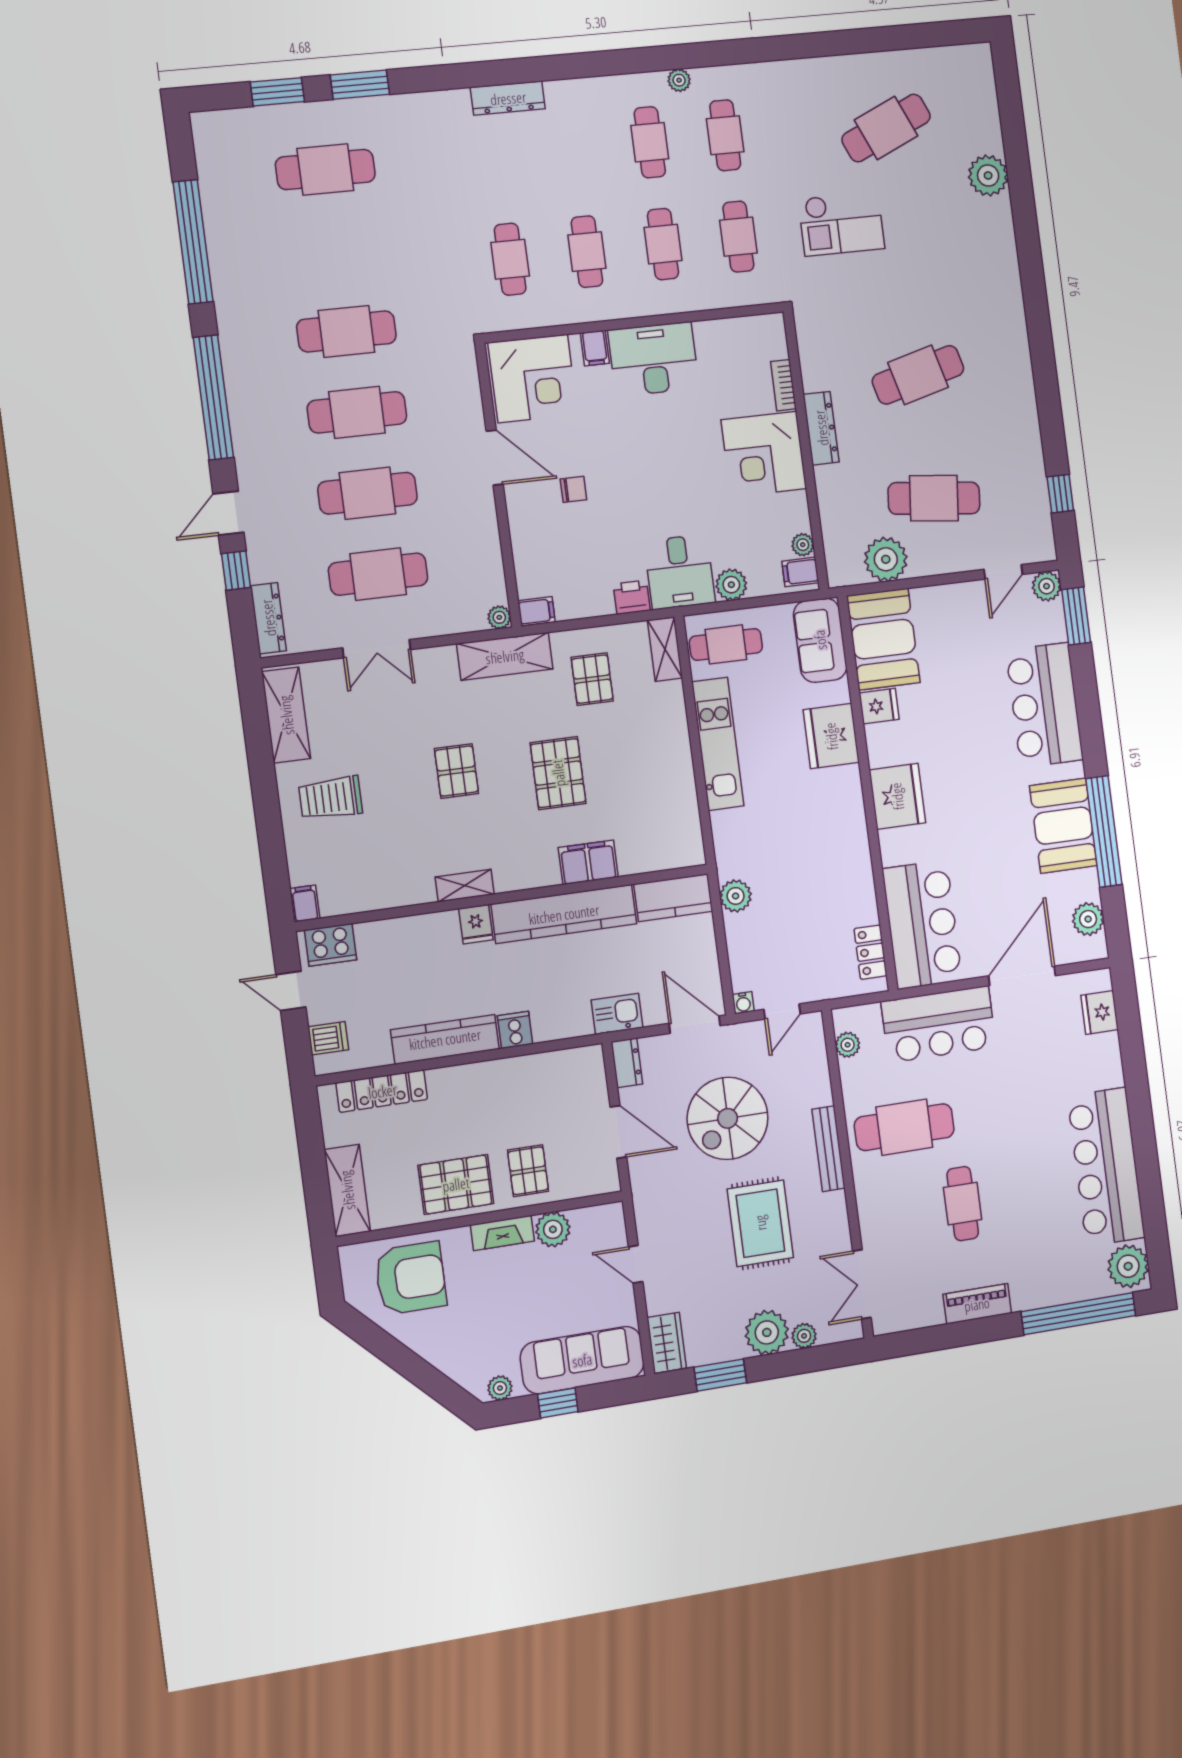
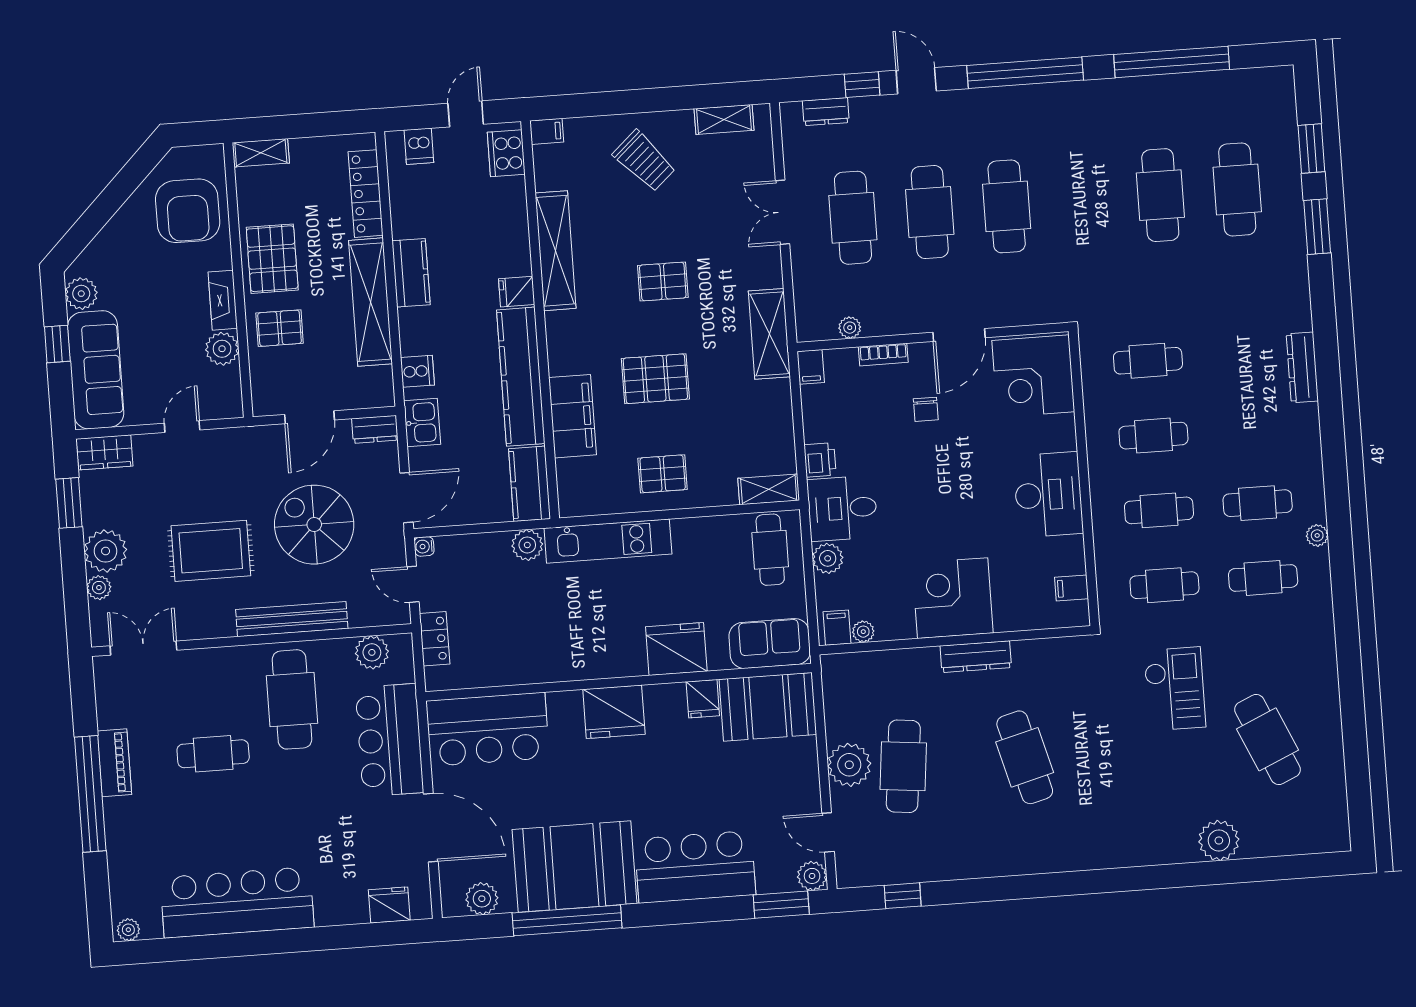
checkout: (841, 224) -> (1175, 689), turned 180
cafe table: (346, 331) -> (1160, 195), moved
filing cabinet: (595, 348) -> (1072, 588), moved
bookcase: (783, 385) -> (883, 355), moved, turned 180
plant: (886, 559) -> (849, 765), moved
plant: (499, 617) -> (850, 328), moved
dresser: (268, 618) -> (826, 112), width x0.70
pallet: (592, 679) -> (663, 474), moved
shelving: (286, 715) -> (724, 119), width x0.67, depth x0.75
kitchen unit: (718, 744) -> (608, 541), moved
trolley: (330, 798) -> (644, 161), turned 138
booth: (1063, 826) -> (574, 867), width x1.36, depth x1.42
filing cabinet: (588, 862) -> (573, 416), width x1.50, depth x1.17
shelving: (465, 886) -> (556, 251), width x2.20, depth x1.33
locker: (871, 952) -> (435, 639), moved, turned 90
cooker: (515, 1030) -> (417, 371), moved
kitchen counter: (445, 1039) -> (411, 273), width x0.67
plant: (848, 1045) -> (372, 652), width x1.38, depth x1.38
shelving: (495, 1077) -> (371, 302), added
bench: (828, 1149) -> (292, 619), width x1.37, depth x1.21
shelving: (347, 1190) -> (261, 153), width x0.67, depth x0.75
plant: (1128, 1266) -> (128, 930), width x0.53, depth x0.53
window: (1078, 1314) -> (90, 794), moved
plant: (500, 1388) -> (81, 294), width x1.38, depth x1.38

